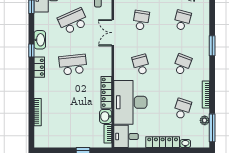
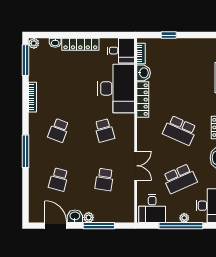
window: (212, 46) -> (26, 151), width x1.44
school desk: (73, 65) -> (180, 130), turned 30
school desk: (182, 109) -> (59, 81), removed
plant: (205, 120) -> (34, 43), moved

